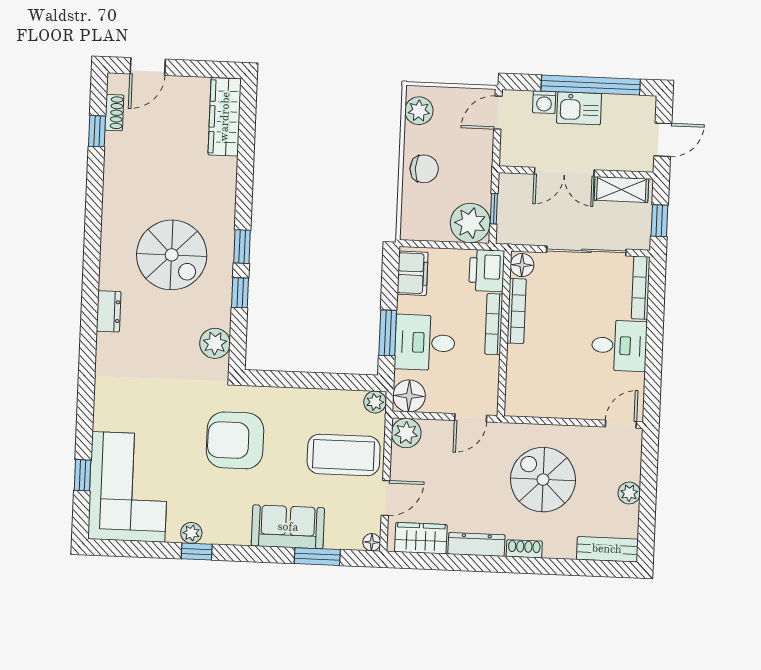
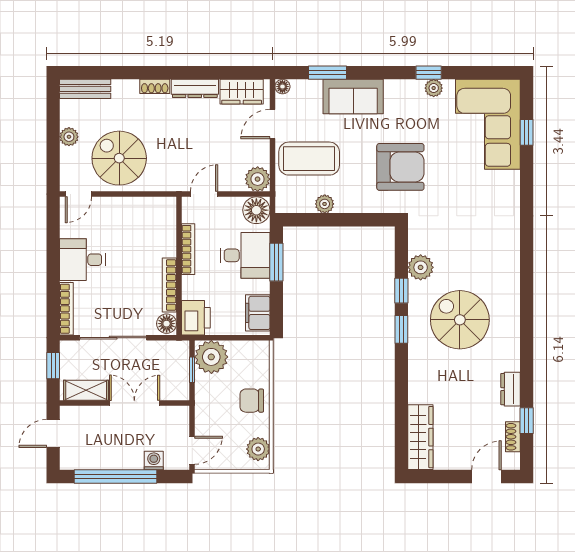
kitchen sink: (579, 108) -> (124, 457), removed
dresser: (109, 311) -> (511, 389), moved
bookcase: (494, 324) -> (188, 249), moved
plant: (215, 343) -> (421, 267), moved
plant: (375, 402) -> (325, 204), moved
spiral stairs: (543, 480) -> (119, 158), moved, turned 180

